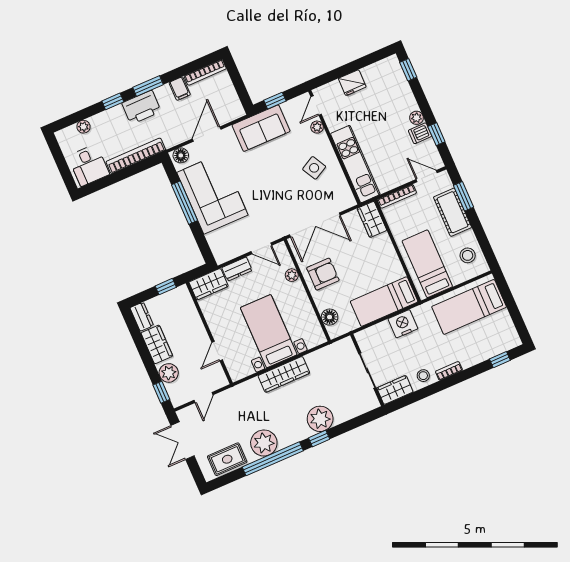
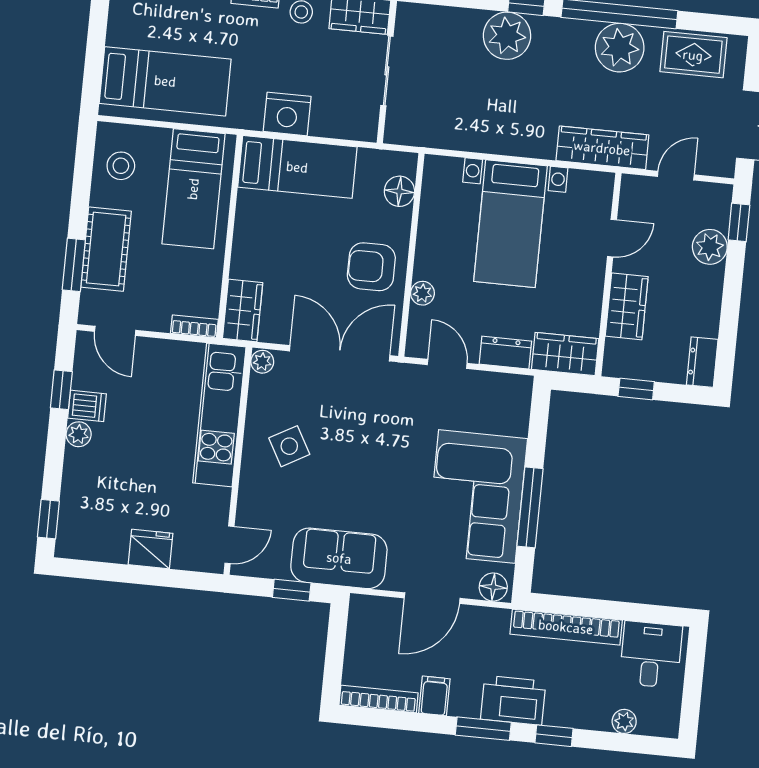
plant: (317, 127) -> (262, 362), moved
bookcase: (397, 196) -> (194, 326), width x0.64
wardrobe: (157, 344) -> (627, 306), moved, turned 180
wardrobe: (284, 374) -> (602, 148), moved

